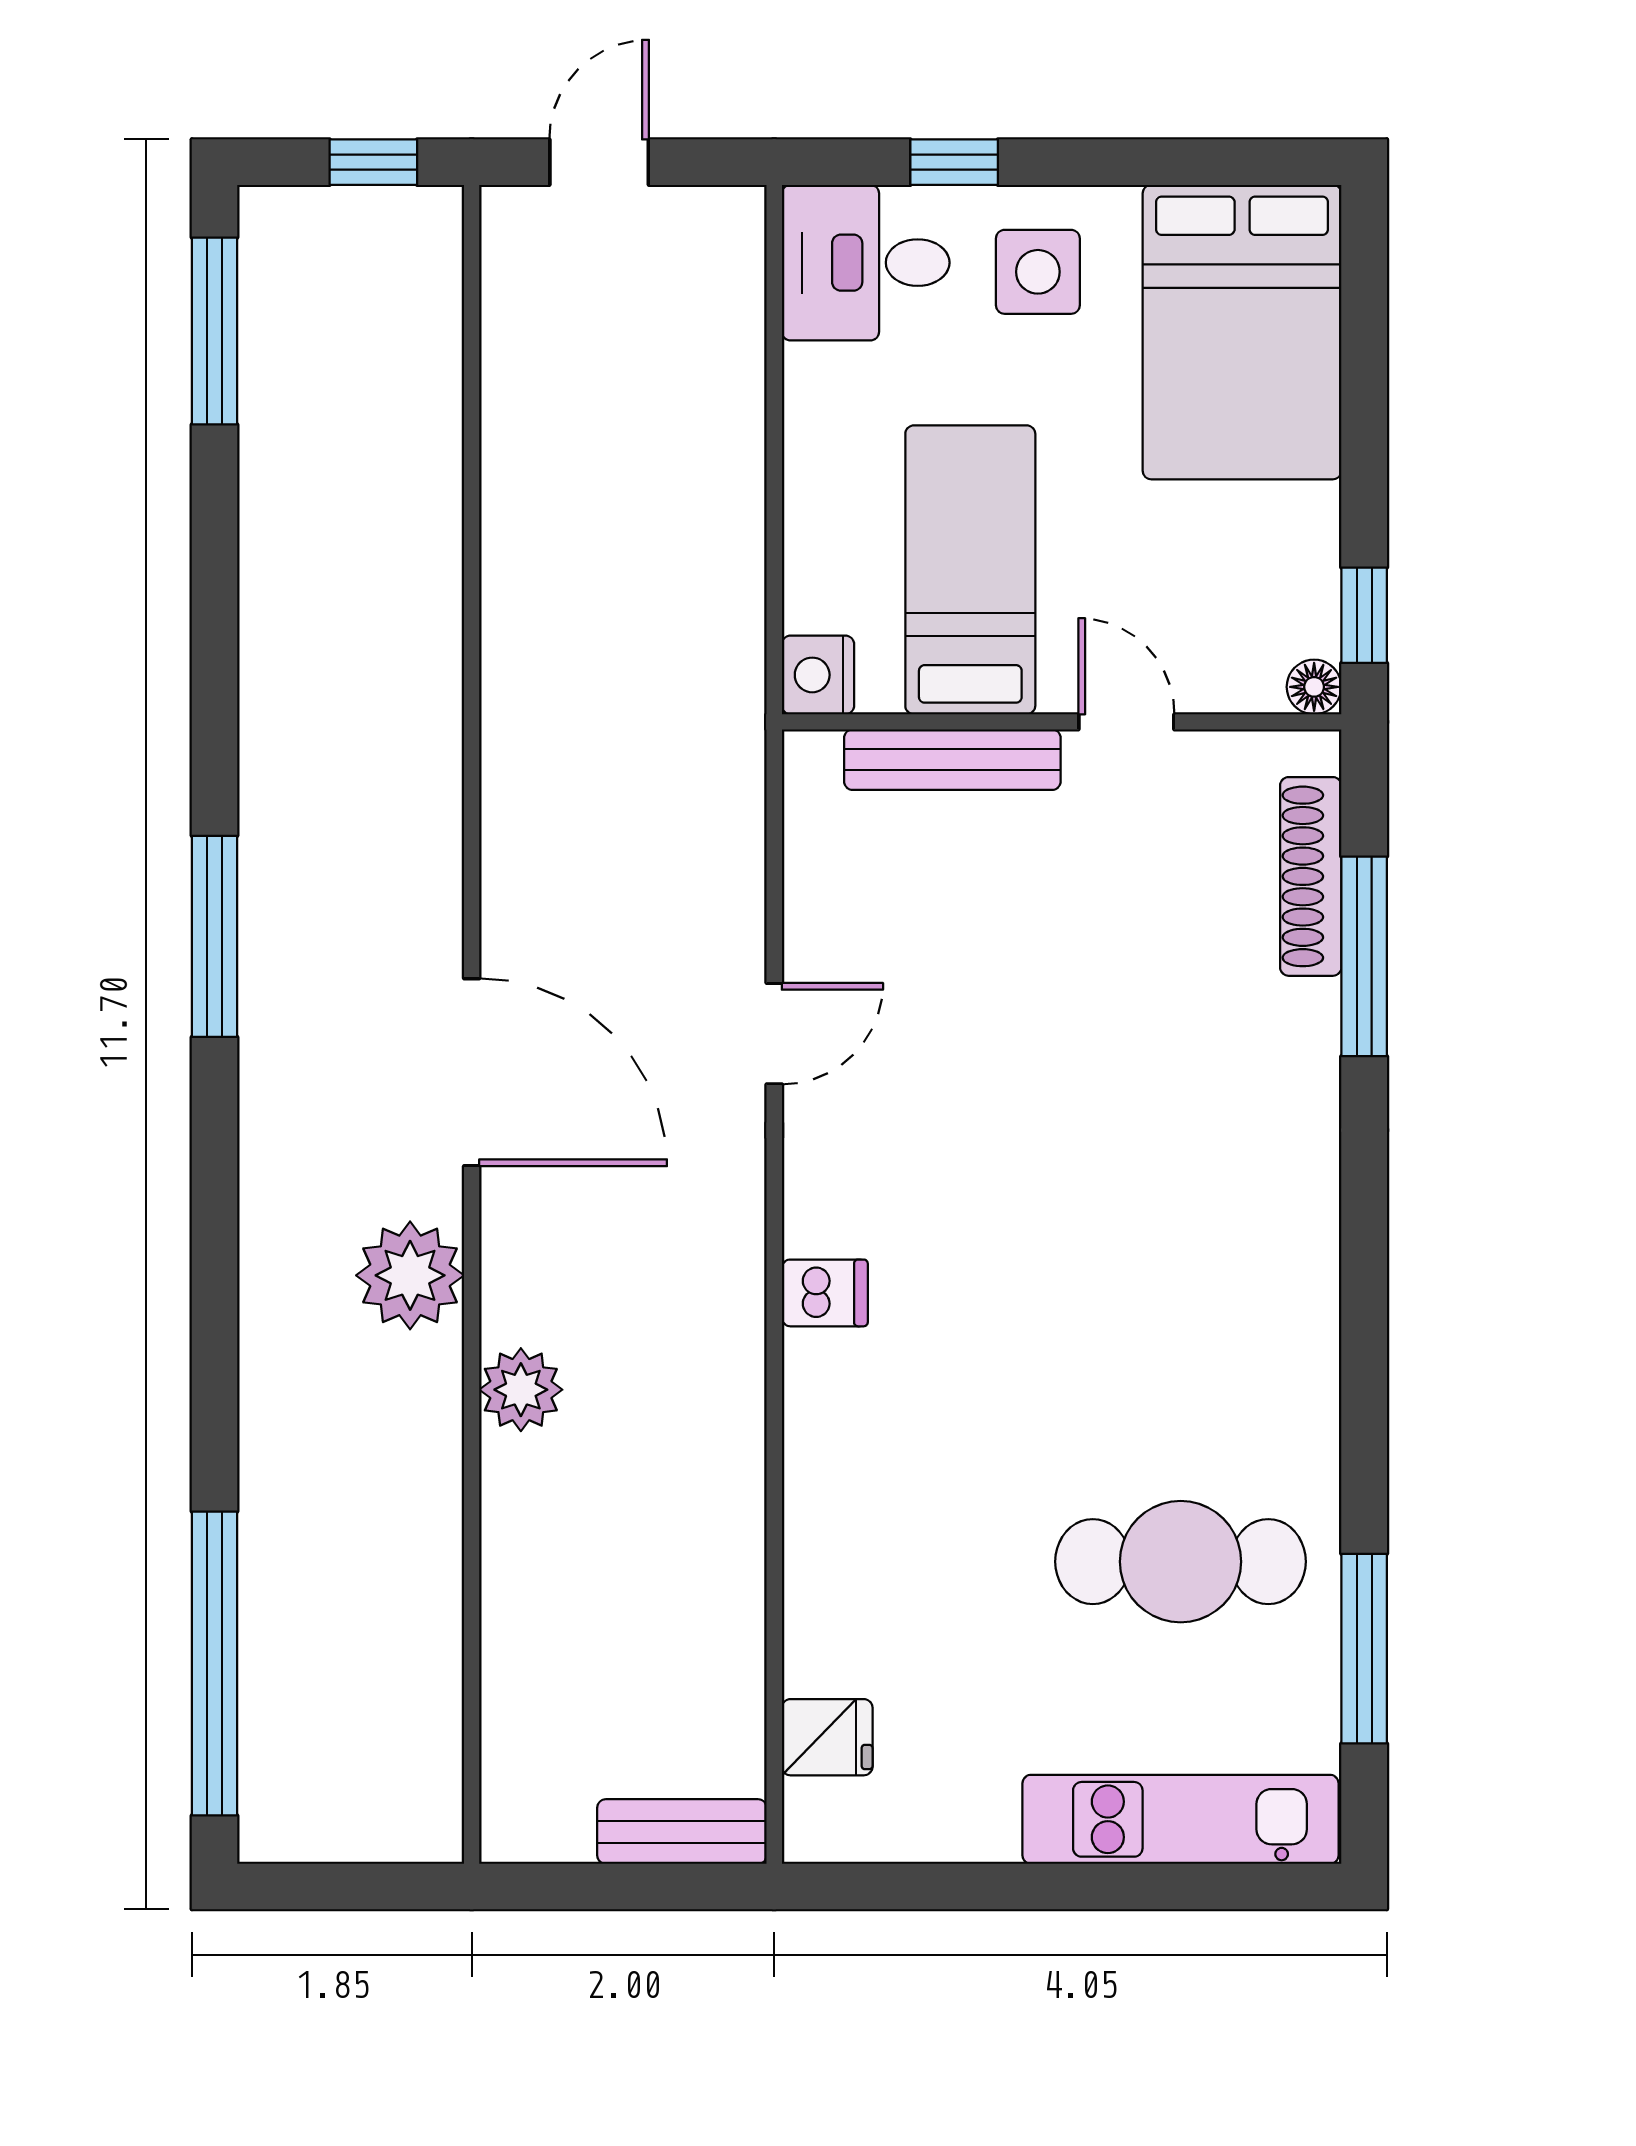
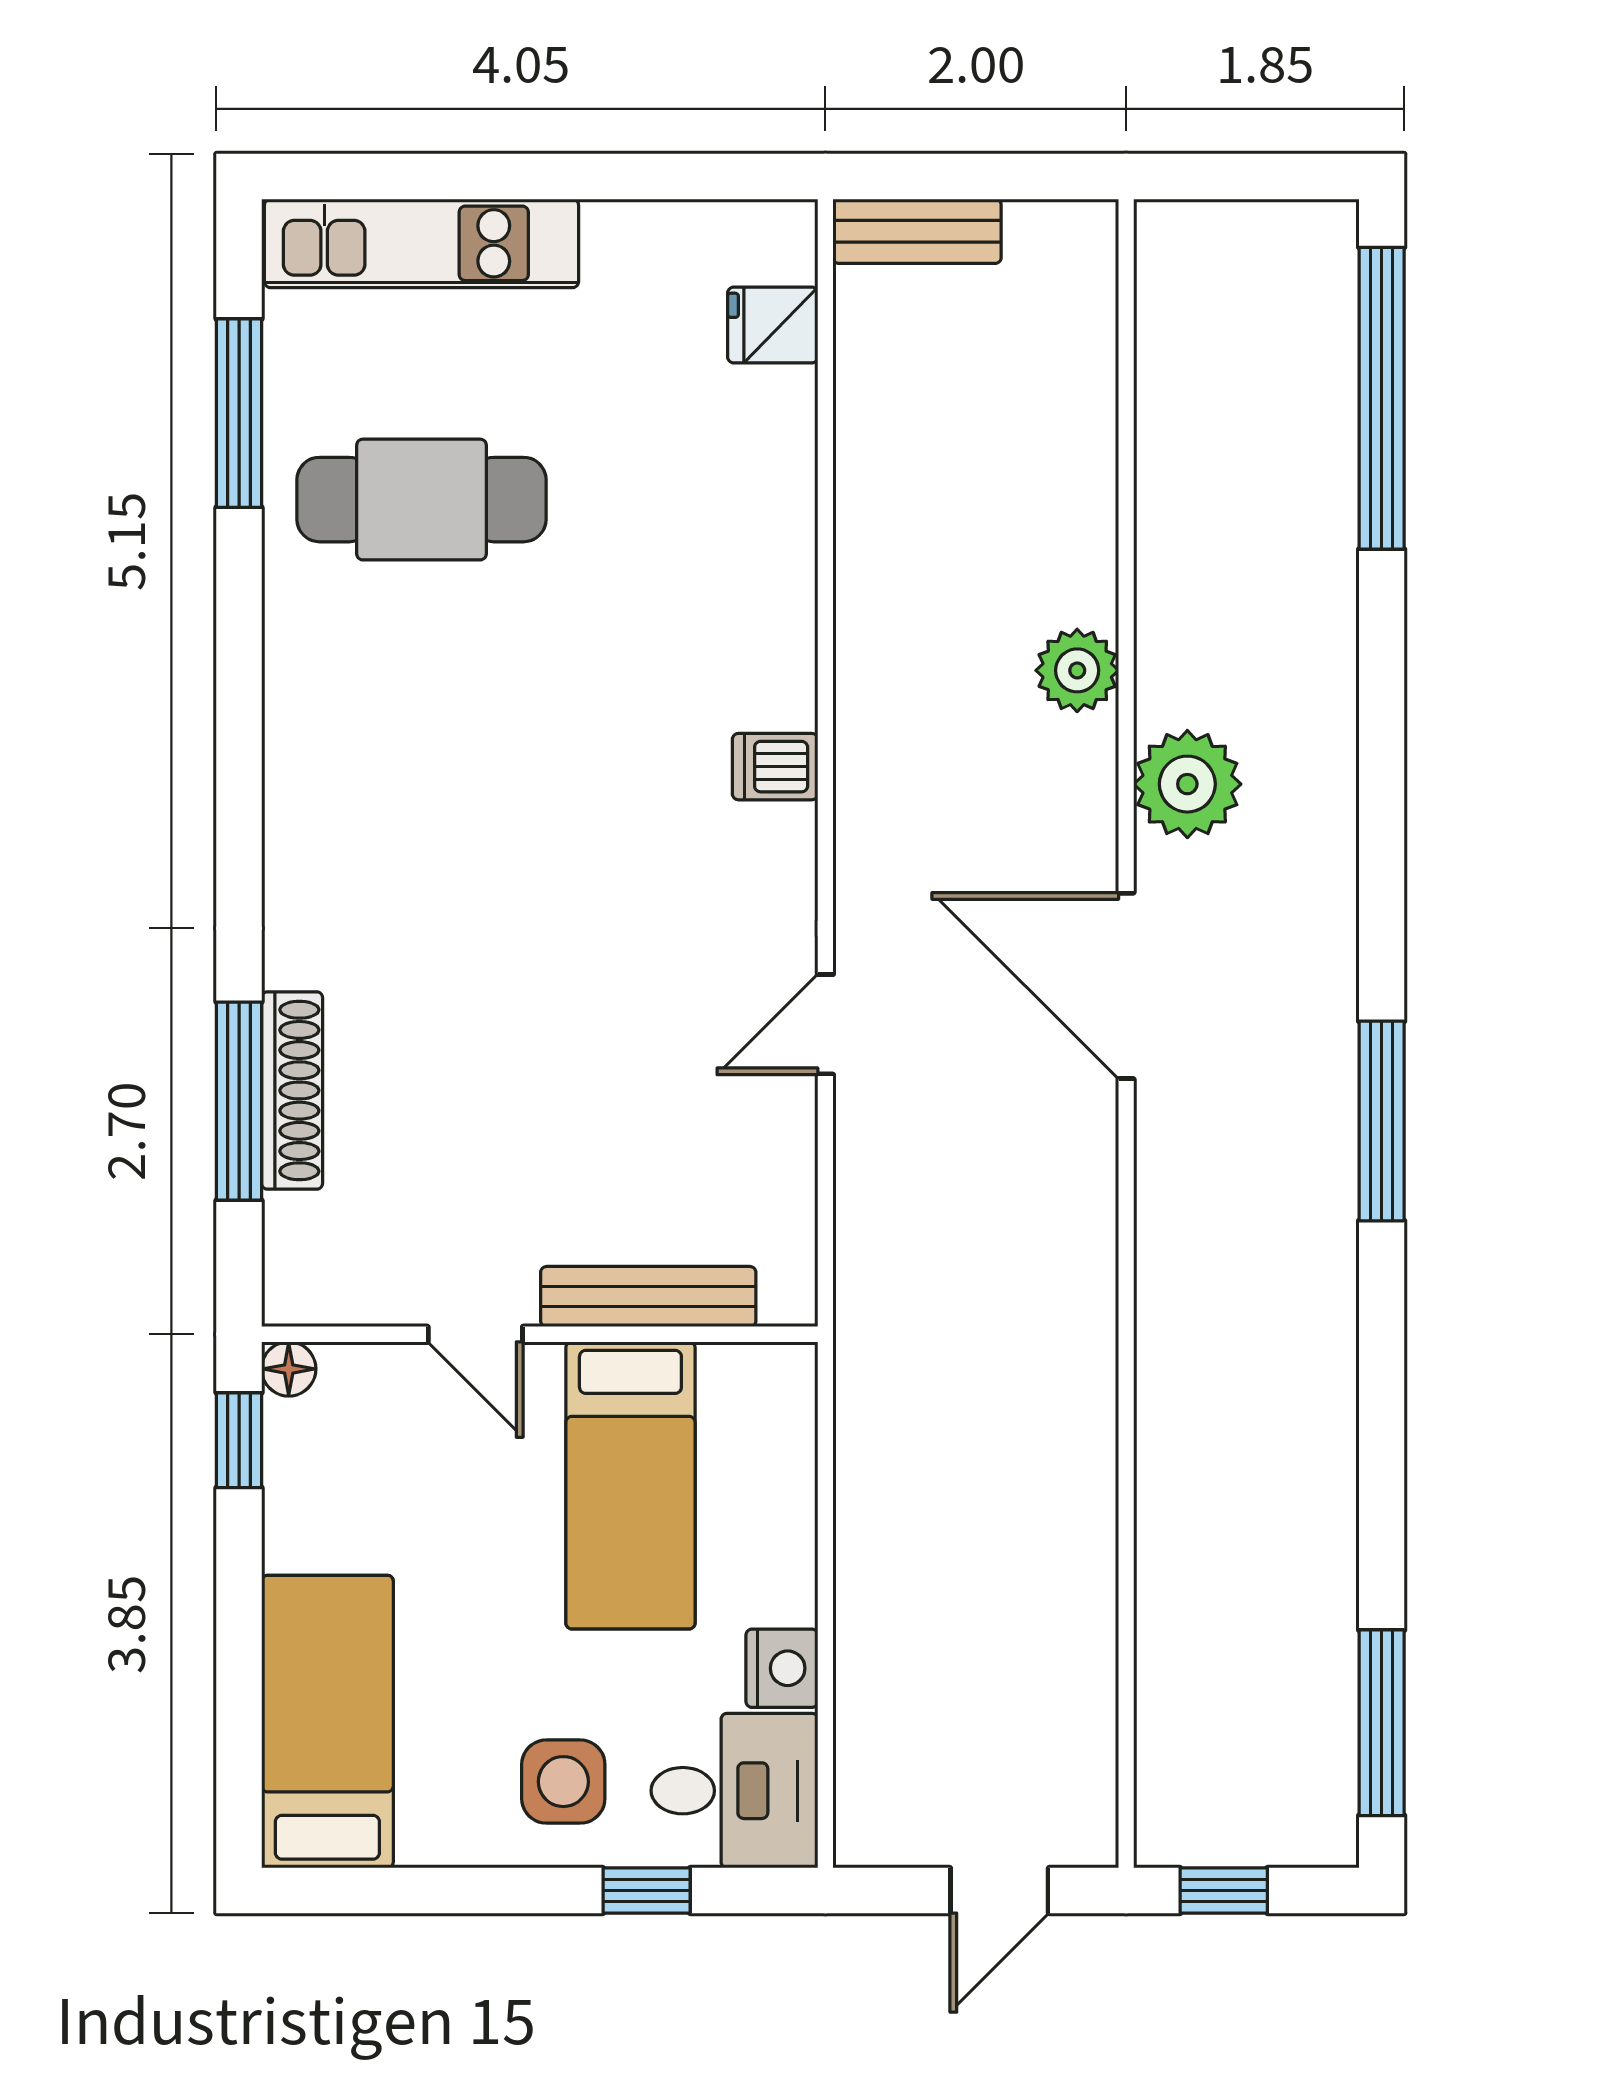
bed: (1242, 332) -> (327, 1722), width x0.67
nightstand: (818, 675) -> (782, 1668), moved
shoe rack: (1311, 876) -> (292, 1090), moved

